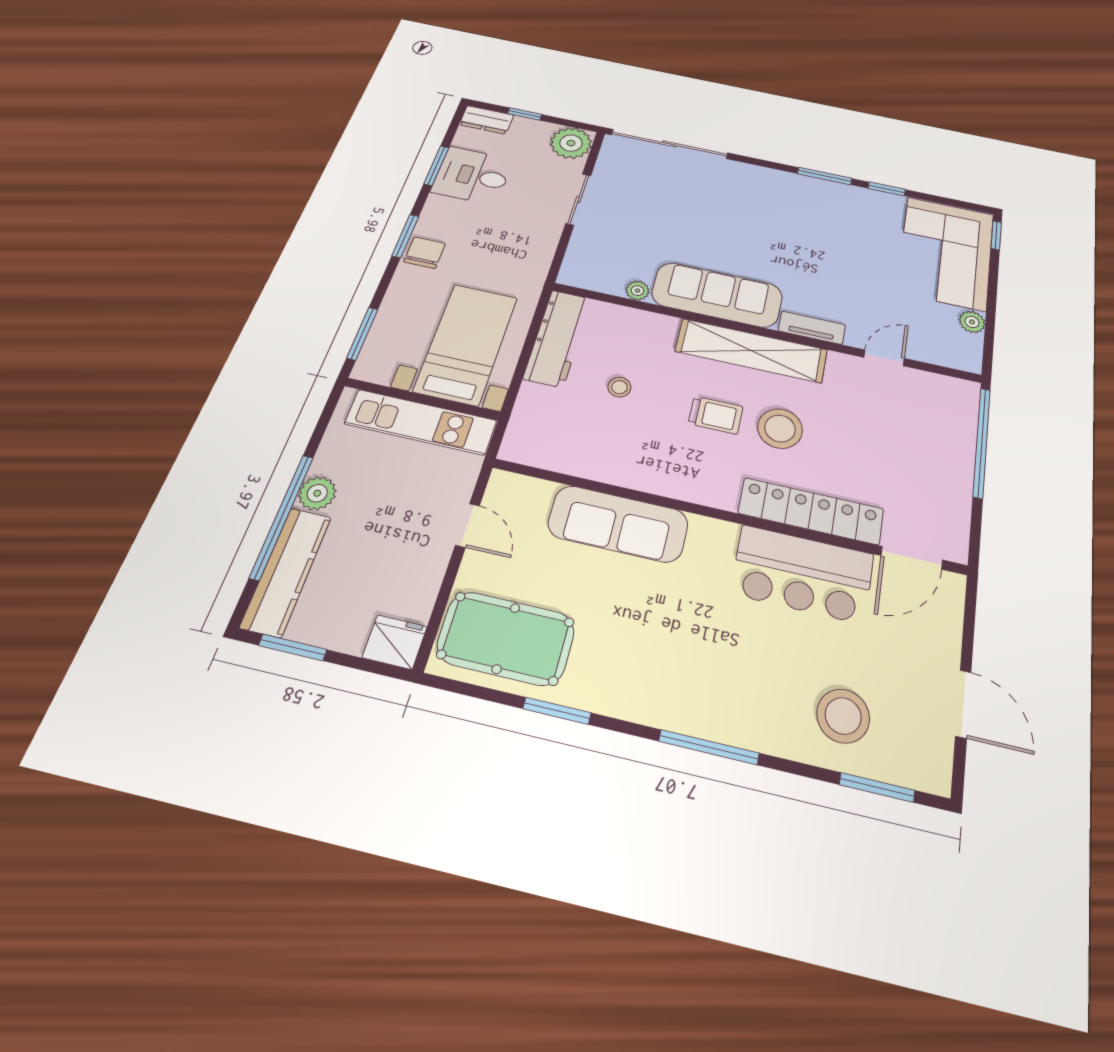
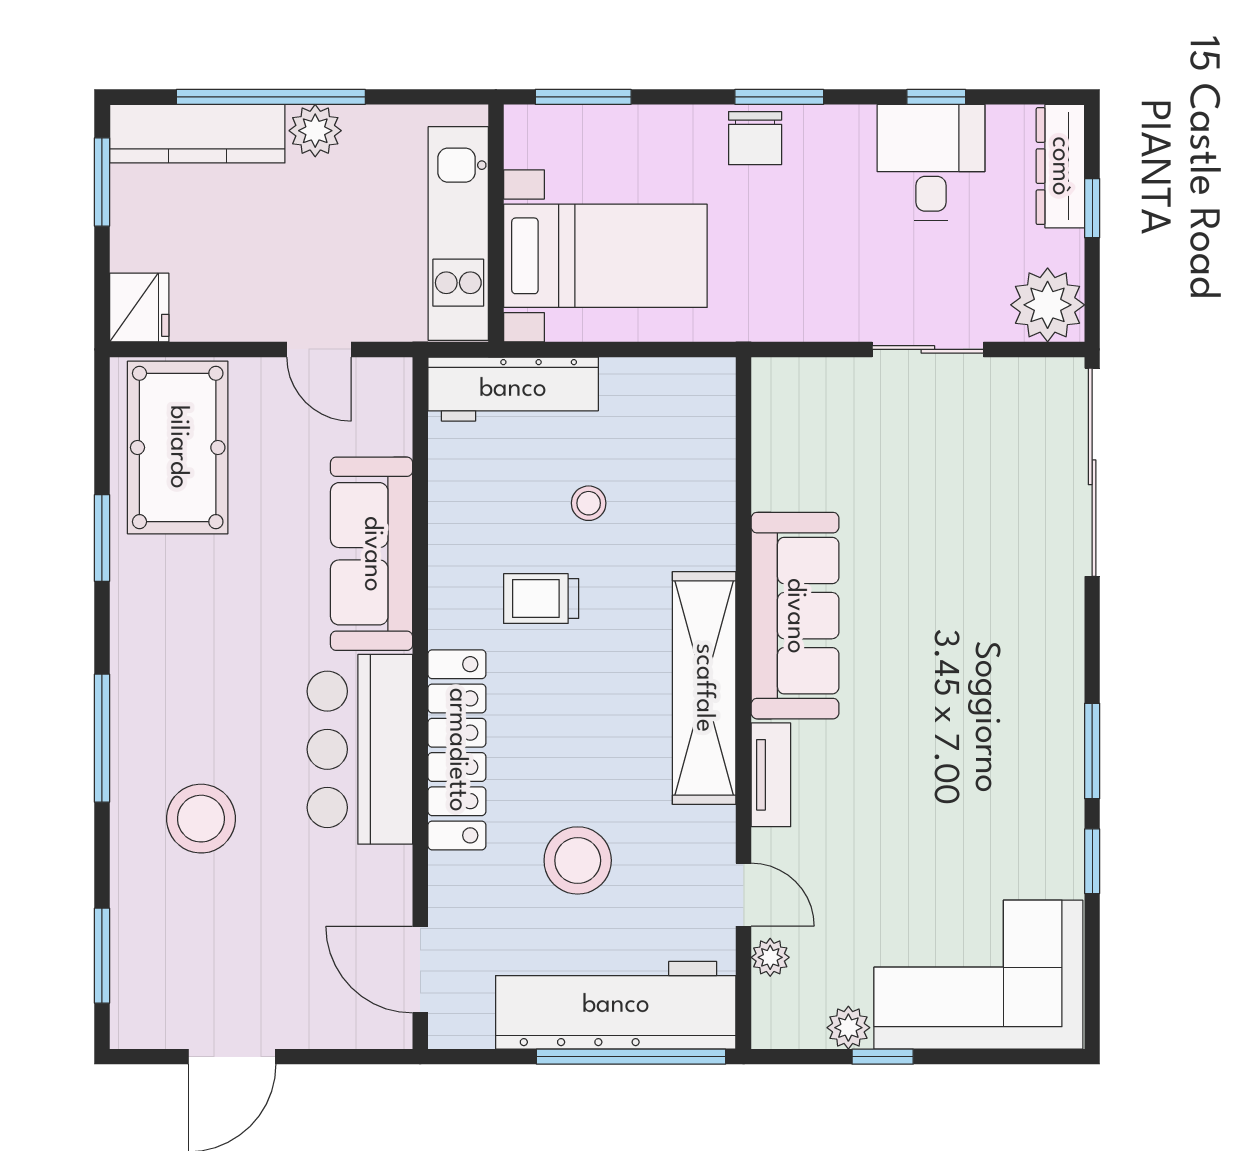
dresser: (486, 120) -> (1060, 166), width x1.44
window: (436, 166) -> (936, 97), width x0.67
window: (996, 235) -> (883, 1057), moved
chair: (425, 253) -> (755, 138), turned 90
plant: (637, 291) -> (770, 957), moved
workbench: (558, 338) -> (513, 389), moved
trolley: (716, 415) -> (541, 599), moved, turned 90
stool: (780, 429) -> (578, 860), moved
workbench: (947, 444) -> (616, 1005), added
locker: (811, 511) -> (457, 750), moved
door: (467, 525) -> (319, 349), hinge flipped
bar counter: (802, 574) -> (360, 749), moved
stool: (843, 716) -> (201, 819), moved

